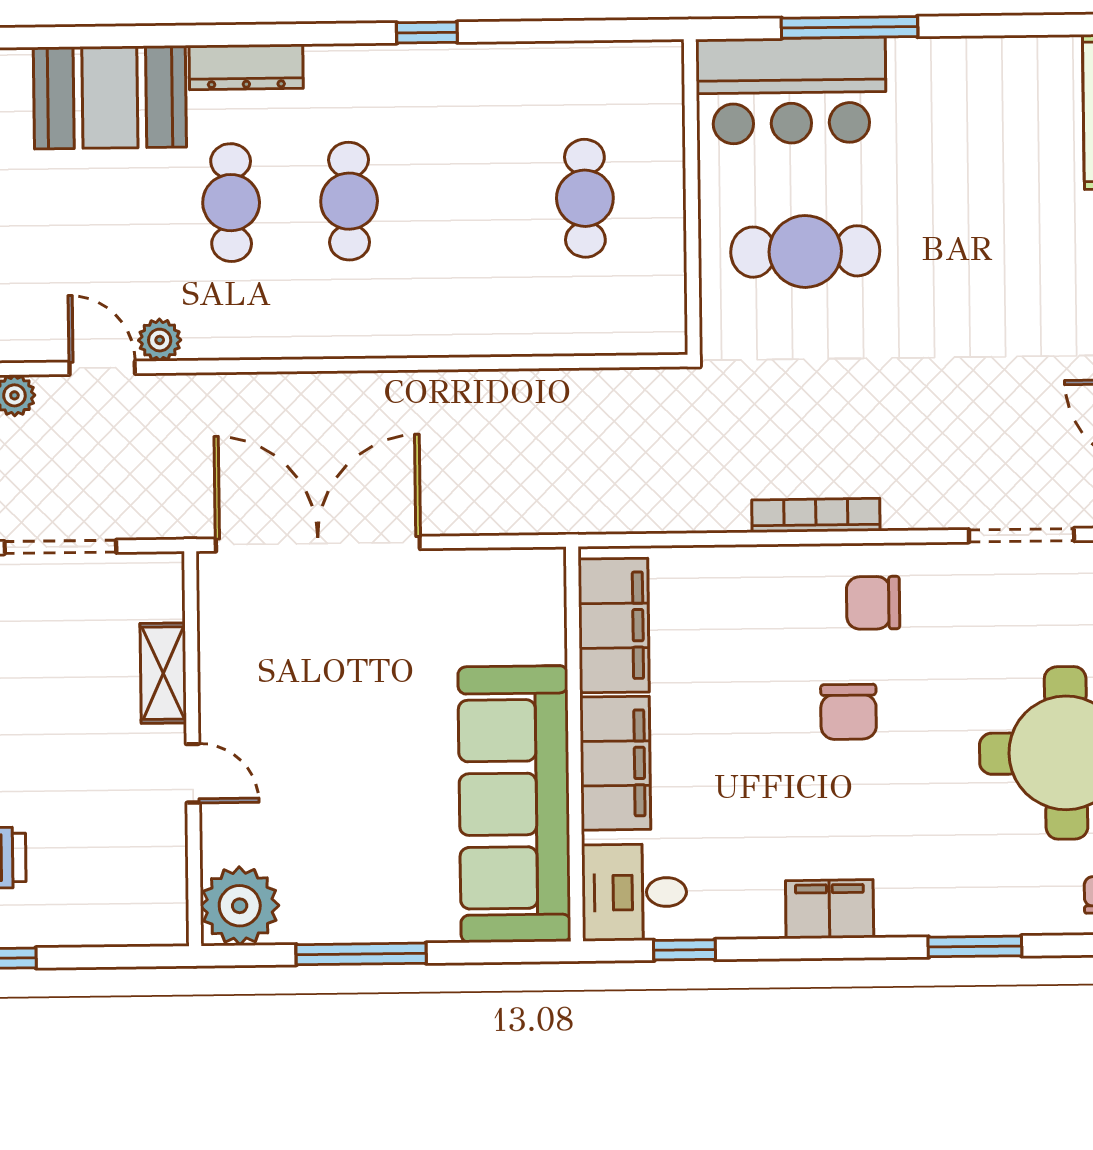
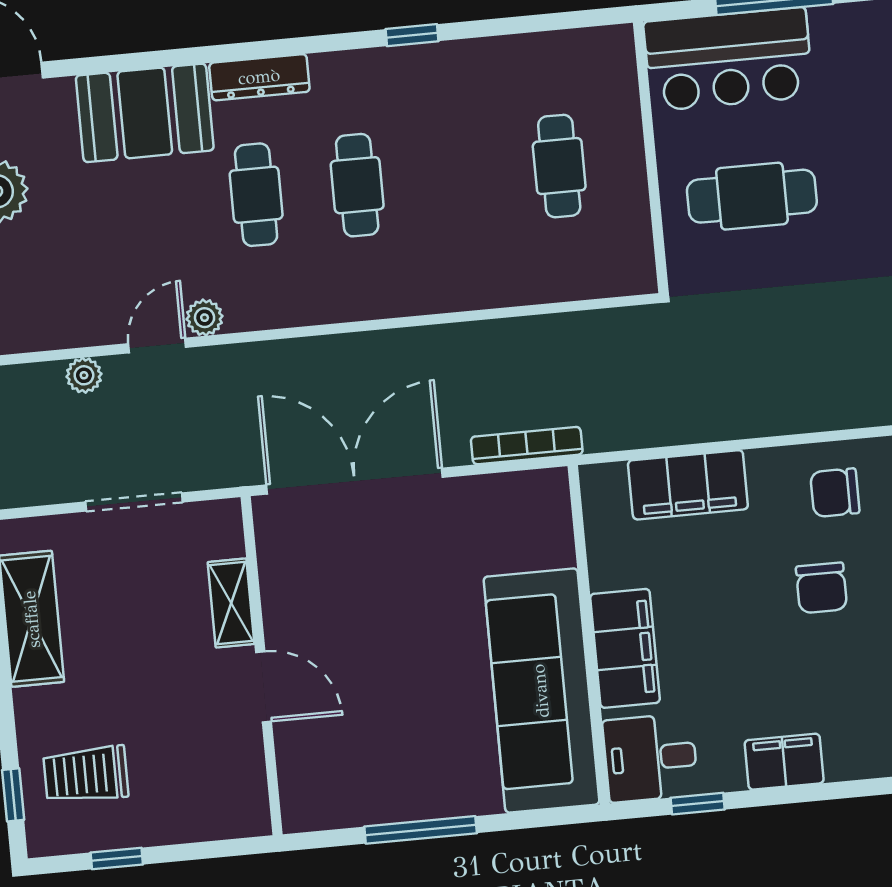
door: (102, 368) -> (157, 345), hinge flipped
bookcase: (816, 515) -> (527, 446), moved
filing cabinet: (614, 626) -> (688, 485), moved, turned 90
door: (193, 773) -> (264, 687), width x1.37
plant: (240, 906) -> (313, 797), removed
filing cabinet: (830, 909) -> (784, 762), moved

